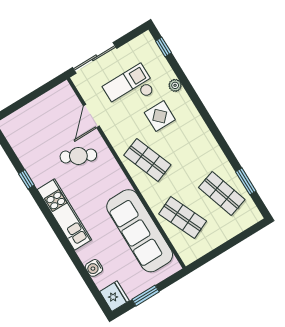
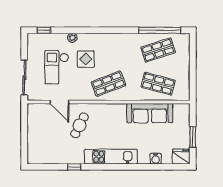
window: (246, 181) -> (160, 30), width x2.11
shop shelf: (183, 218) -> (158, 84), turned 39
sofa: (140, 231) -> (150, 113), width x0.74, depth x0.79

